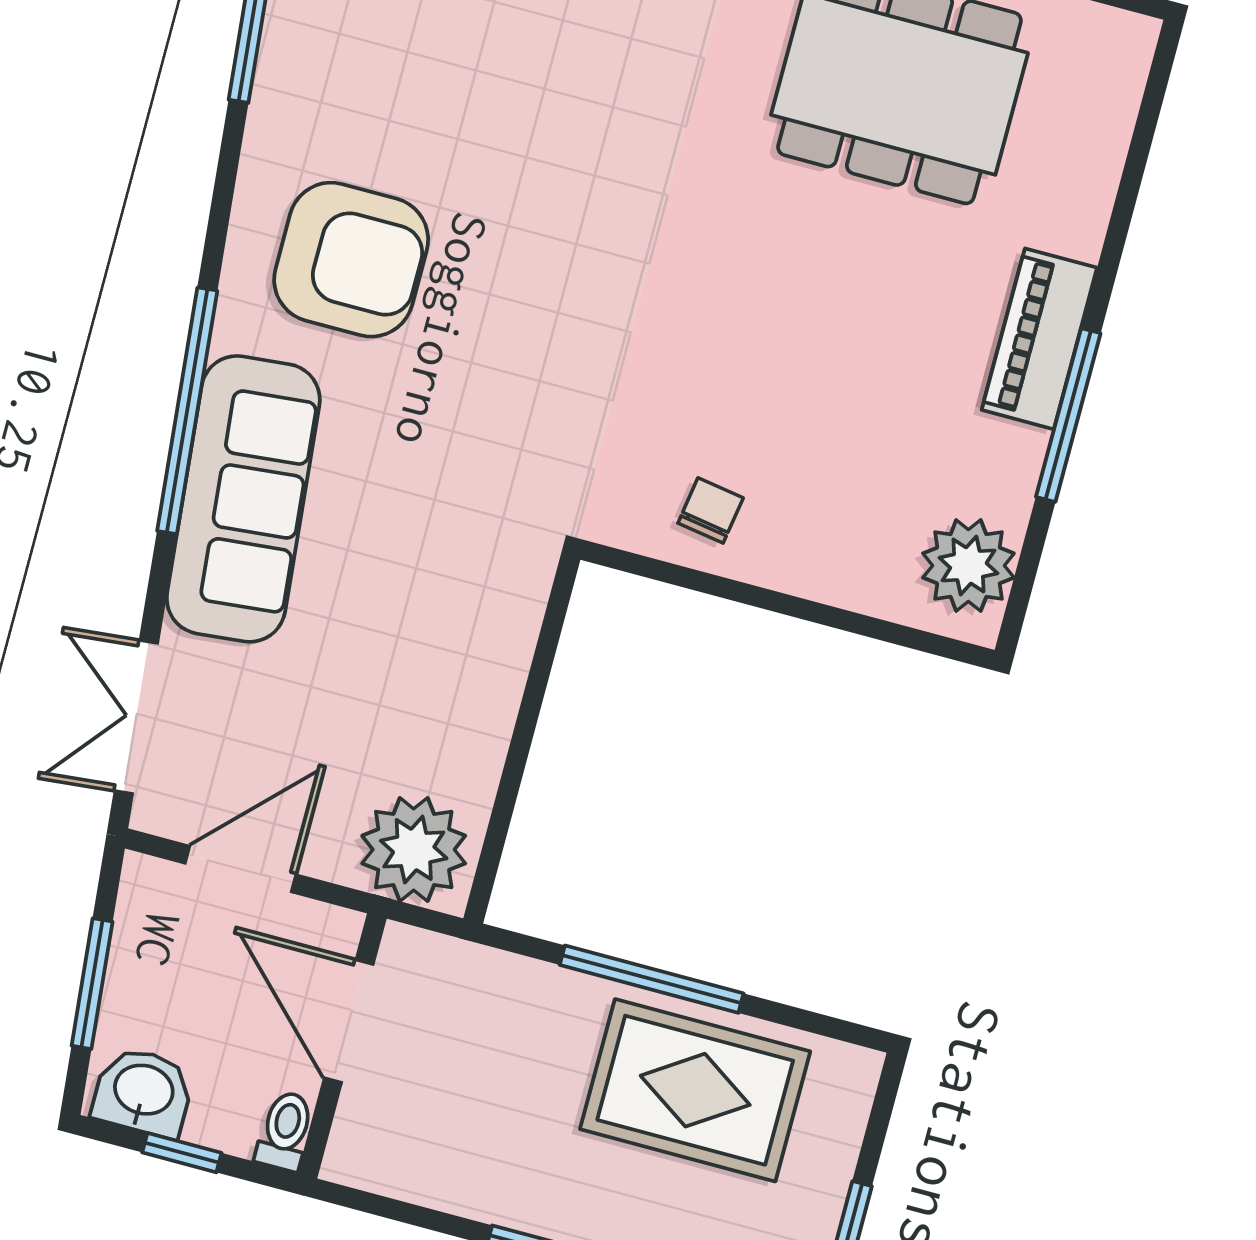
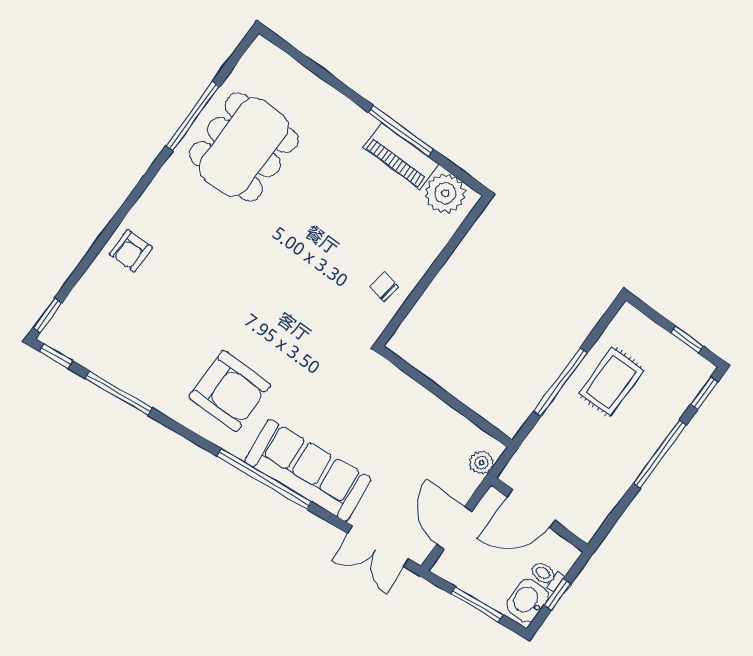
armchair: (351, 260) -> (230, 391), turned 90
piano: (1039, 339) -> (401, 156), moved
plant: (414, 850) -> (481, 463), width x0.53, depth x0.53
rug: (695, 1090) -> (611, 382), width x0.73, depth x0.70
toilet: (285, 1131) -> (546, 575), moved

